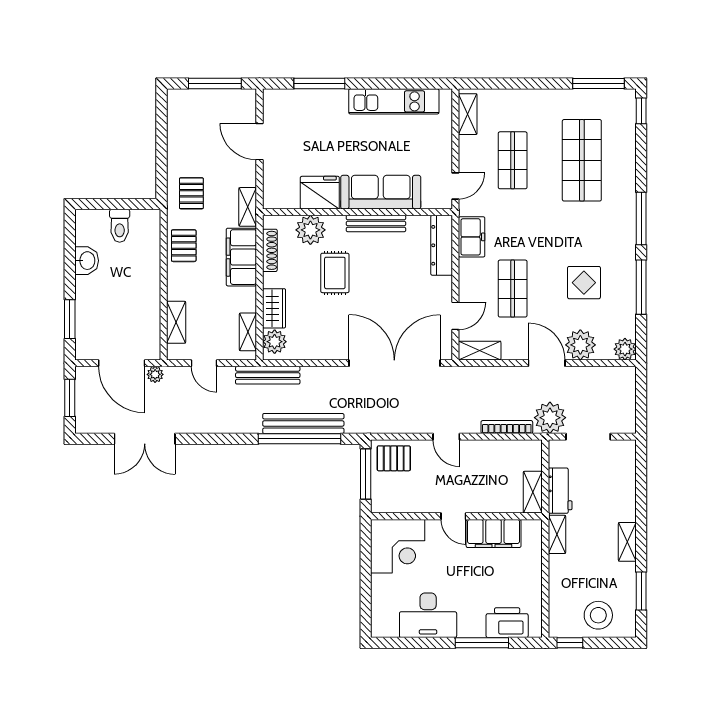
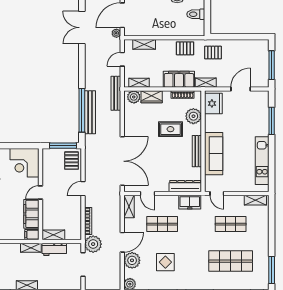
fridge: (320, 193) -> (213, 103), moved
filing cabinet: (532, 532) -> (32, 235), added

